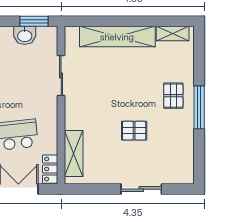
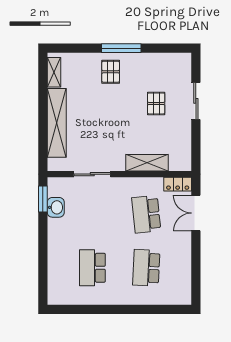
pallet: (173, 96) -> (111, 72), turned 90
pallet: (134, 131) -> (156, 103), moved
shelving: (74, 153) -> (147, 163), moved

